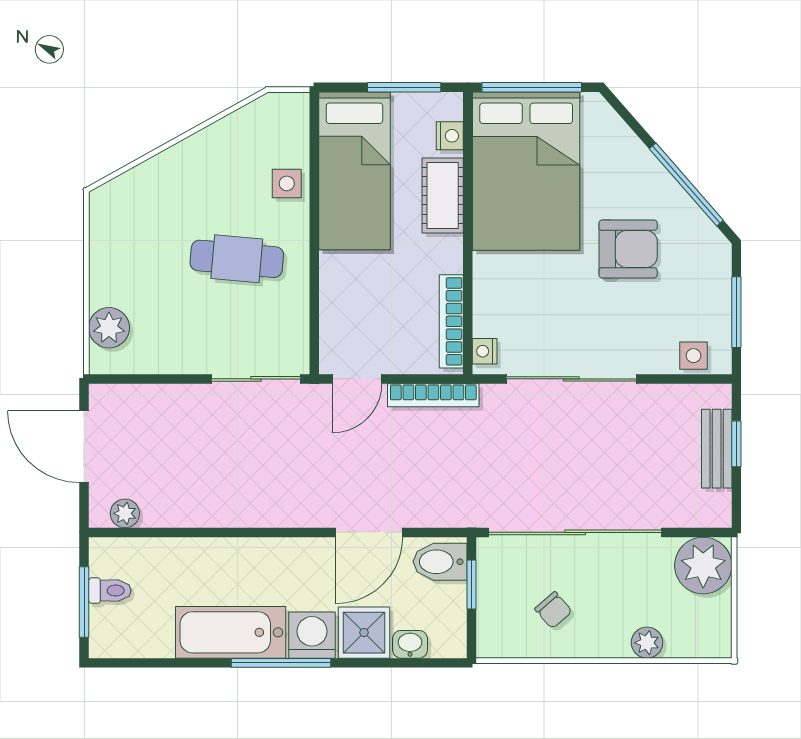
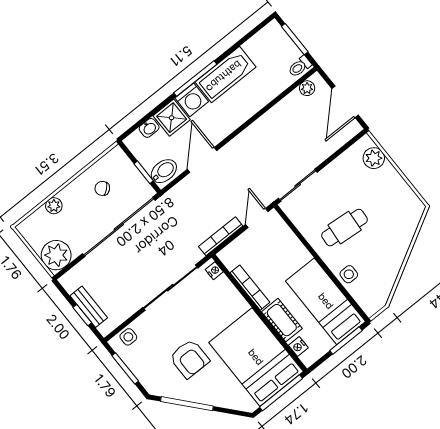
window: (404, 87) -> (346, 341), moved
armchair: (628, 249) -> (189, 359), turned -90
bookcase: (451, 321) -> (250, 288), moved
door: (84, 447) -> (345, 102), swing flipped
toilet: (110, 591) -> (300, 67), moved

